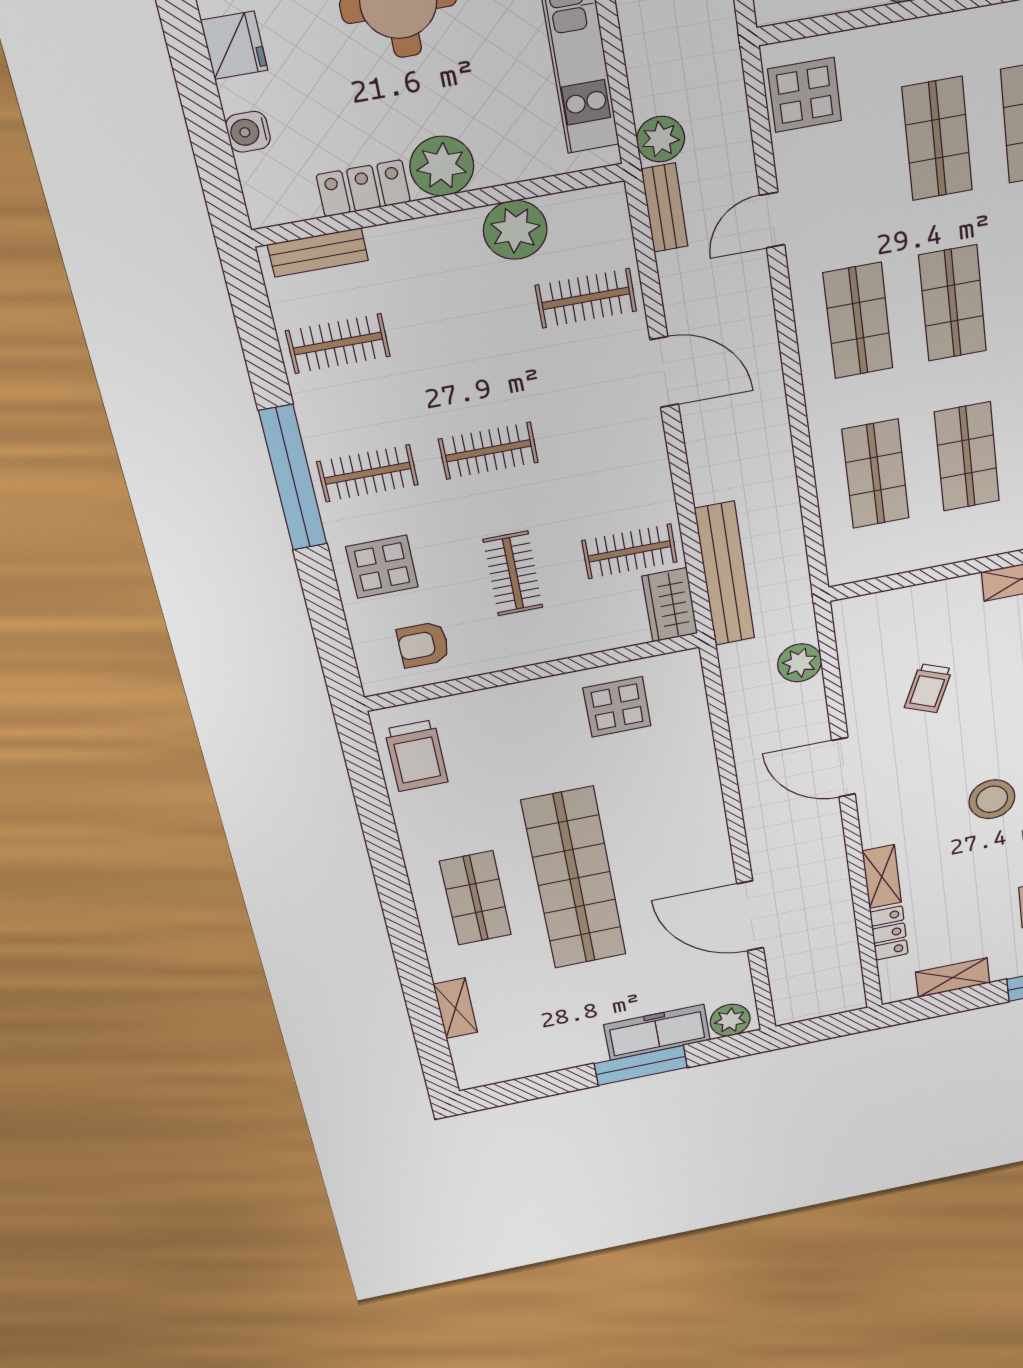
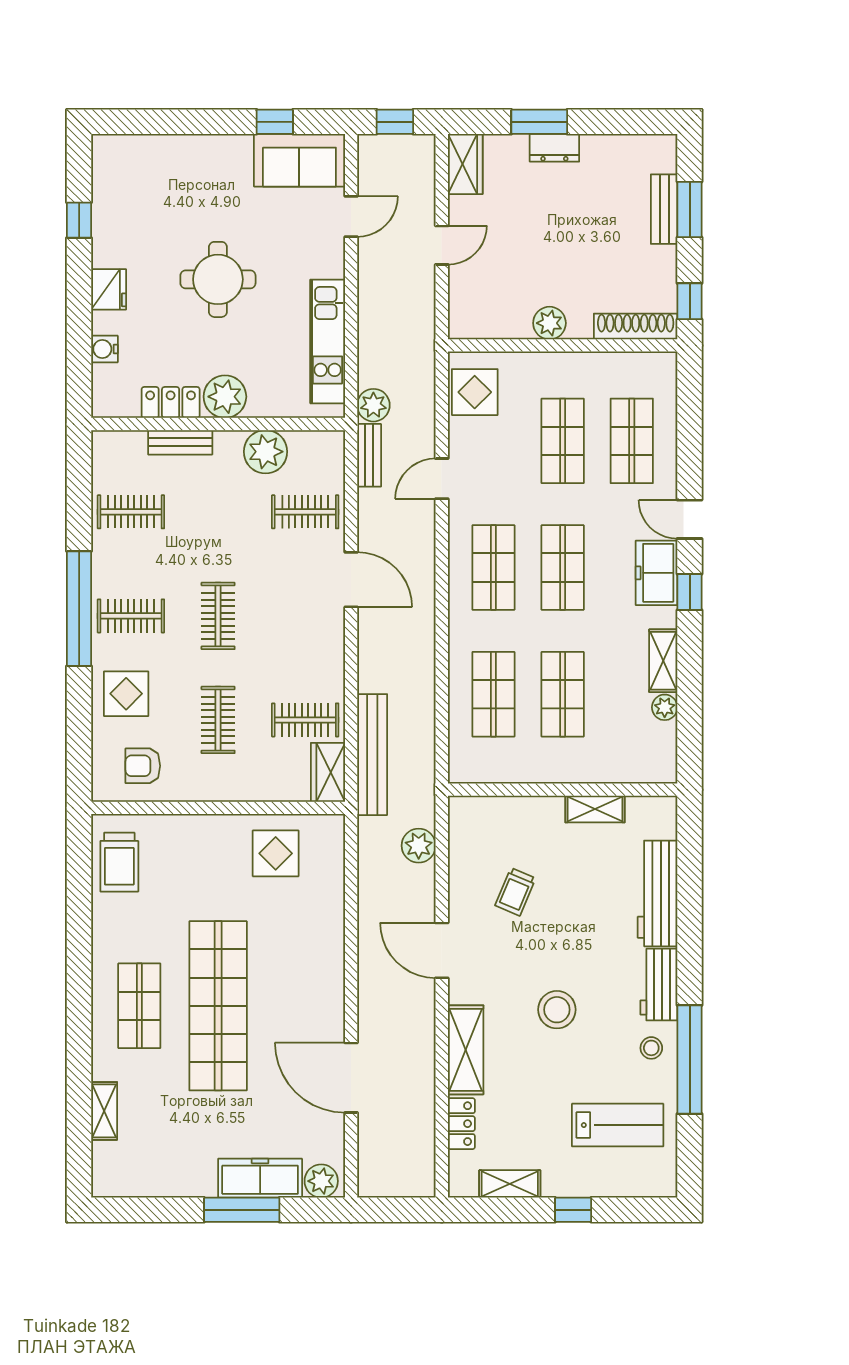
bench: (318, 252) -> (180, 442), moved
clothes rail: (488, 451) -> (218, 616), turned 90
shelving: (882, 877) -> (466, 1050), width x1.50, depth x1.33

